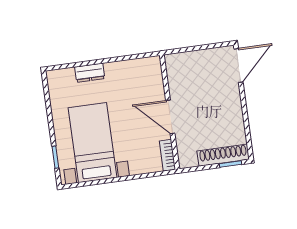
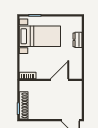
door: (170, 117) -> (60, 80), moved

